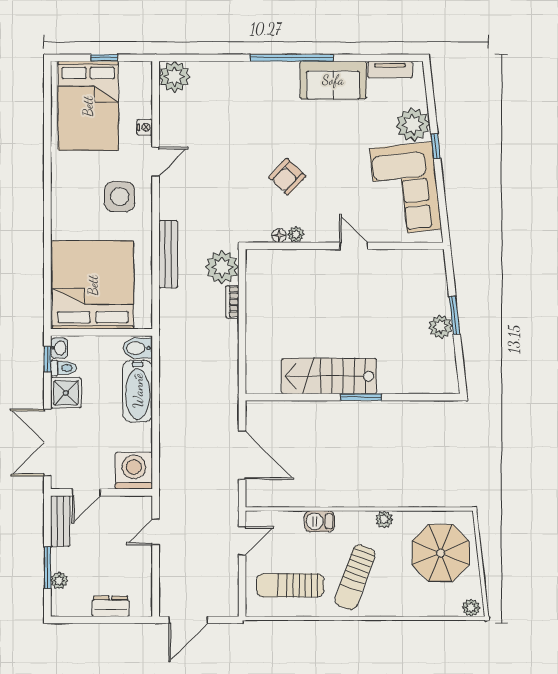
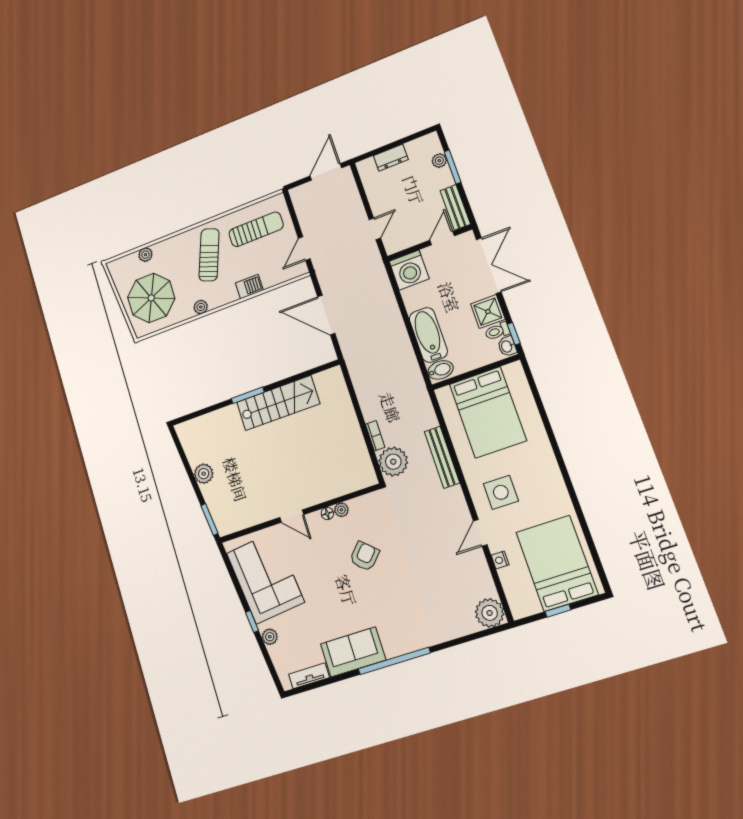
plant: (413, 125) -> (270, 637), width x0.53, depth x0.53
floor lamp: (279, 236) -> (327, 513), moved
bed: (93, 285) -> (488, 412), width x0.73
window: (455, 315) -> (209, 519), moved
plant: (471, 608) -> (145, 255), moved

